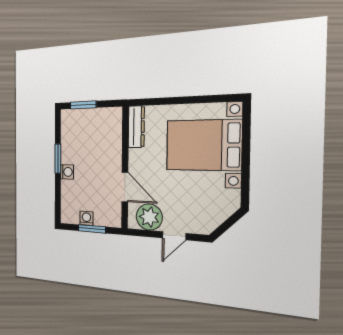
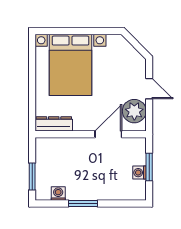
washing machine: (67, 172) -> (58, 194), moved

